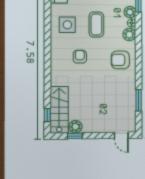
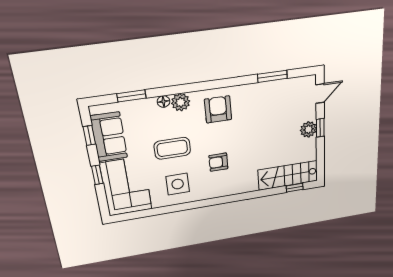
plant: (130, 12) -> (148, 106), removed
armchair: (120, 60) -> (218, 109), turned 180
plant: (75, 127) -> (308, 129), moved
window: (75, 136) -> (320, 128), moved

